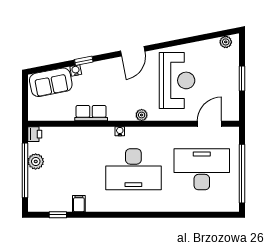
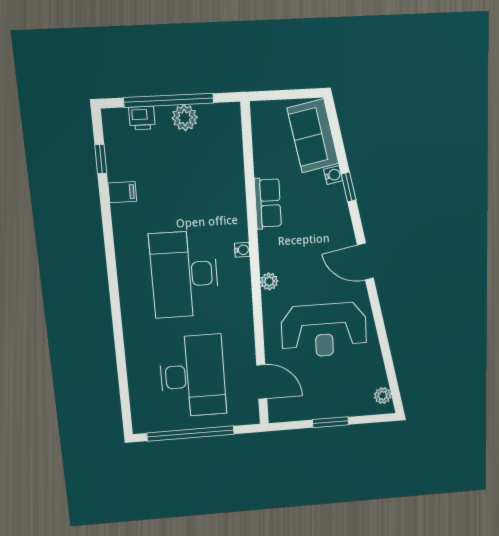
printer: (35, 134) -> (142, 118), moved

